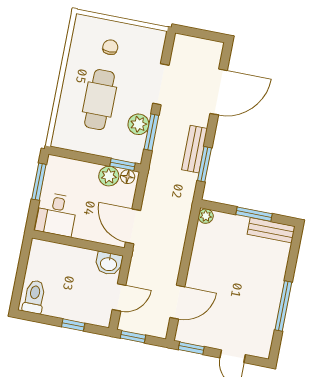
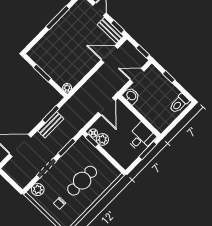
plant: (138, 124) -> (38, 189), moved
window: (39, 182) -> (148, 151), moved
bench: (271, 230) -> (110, 30), moved

